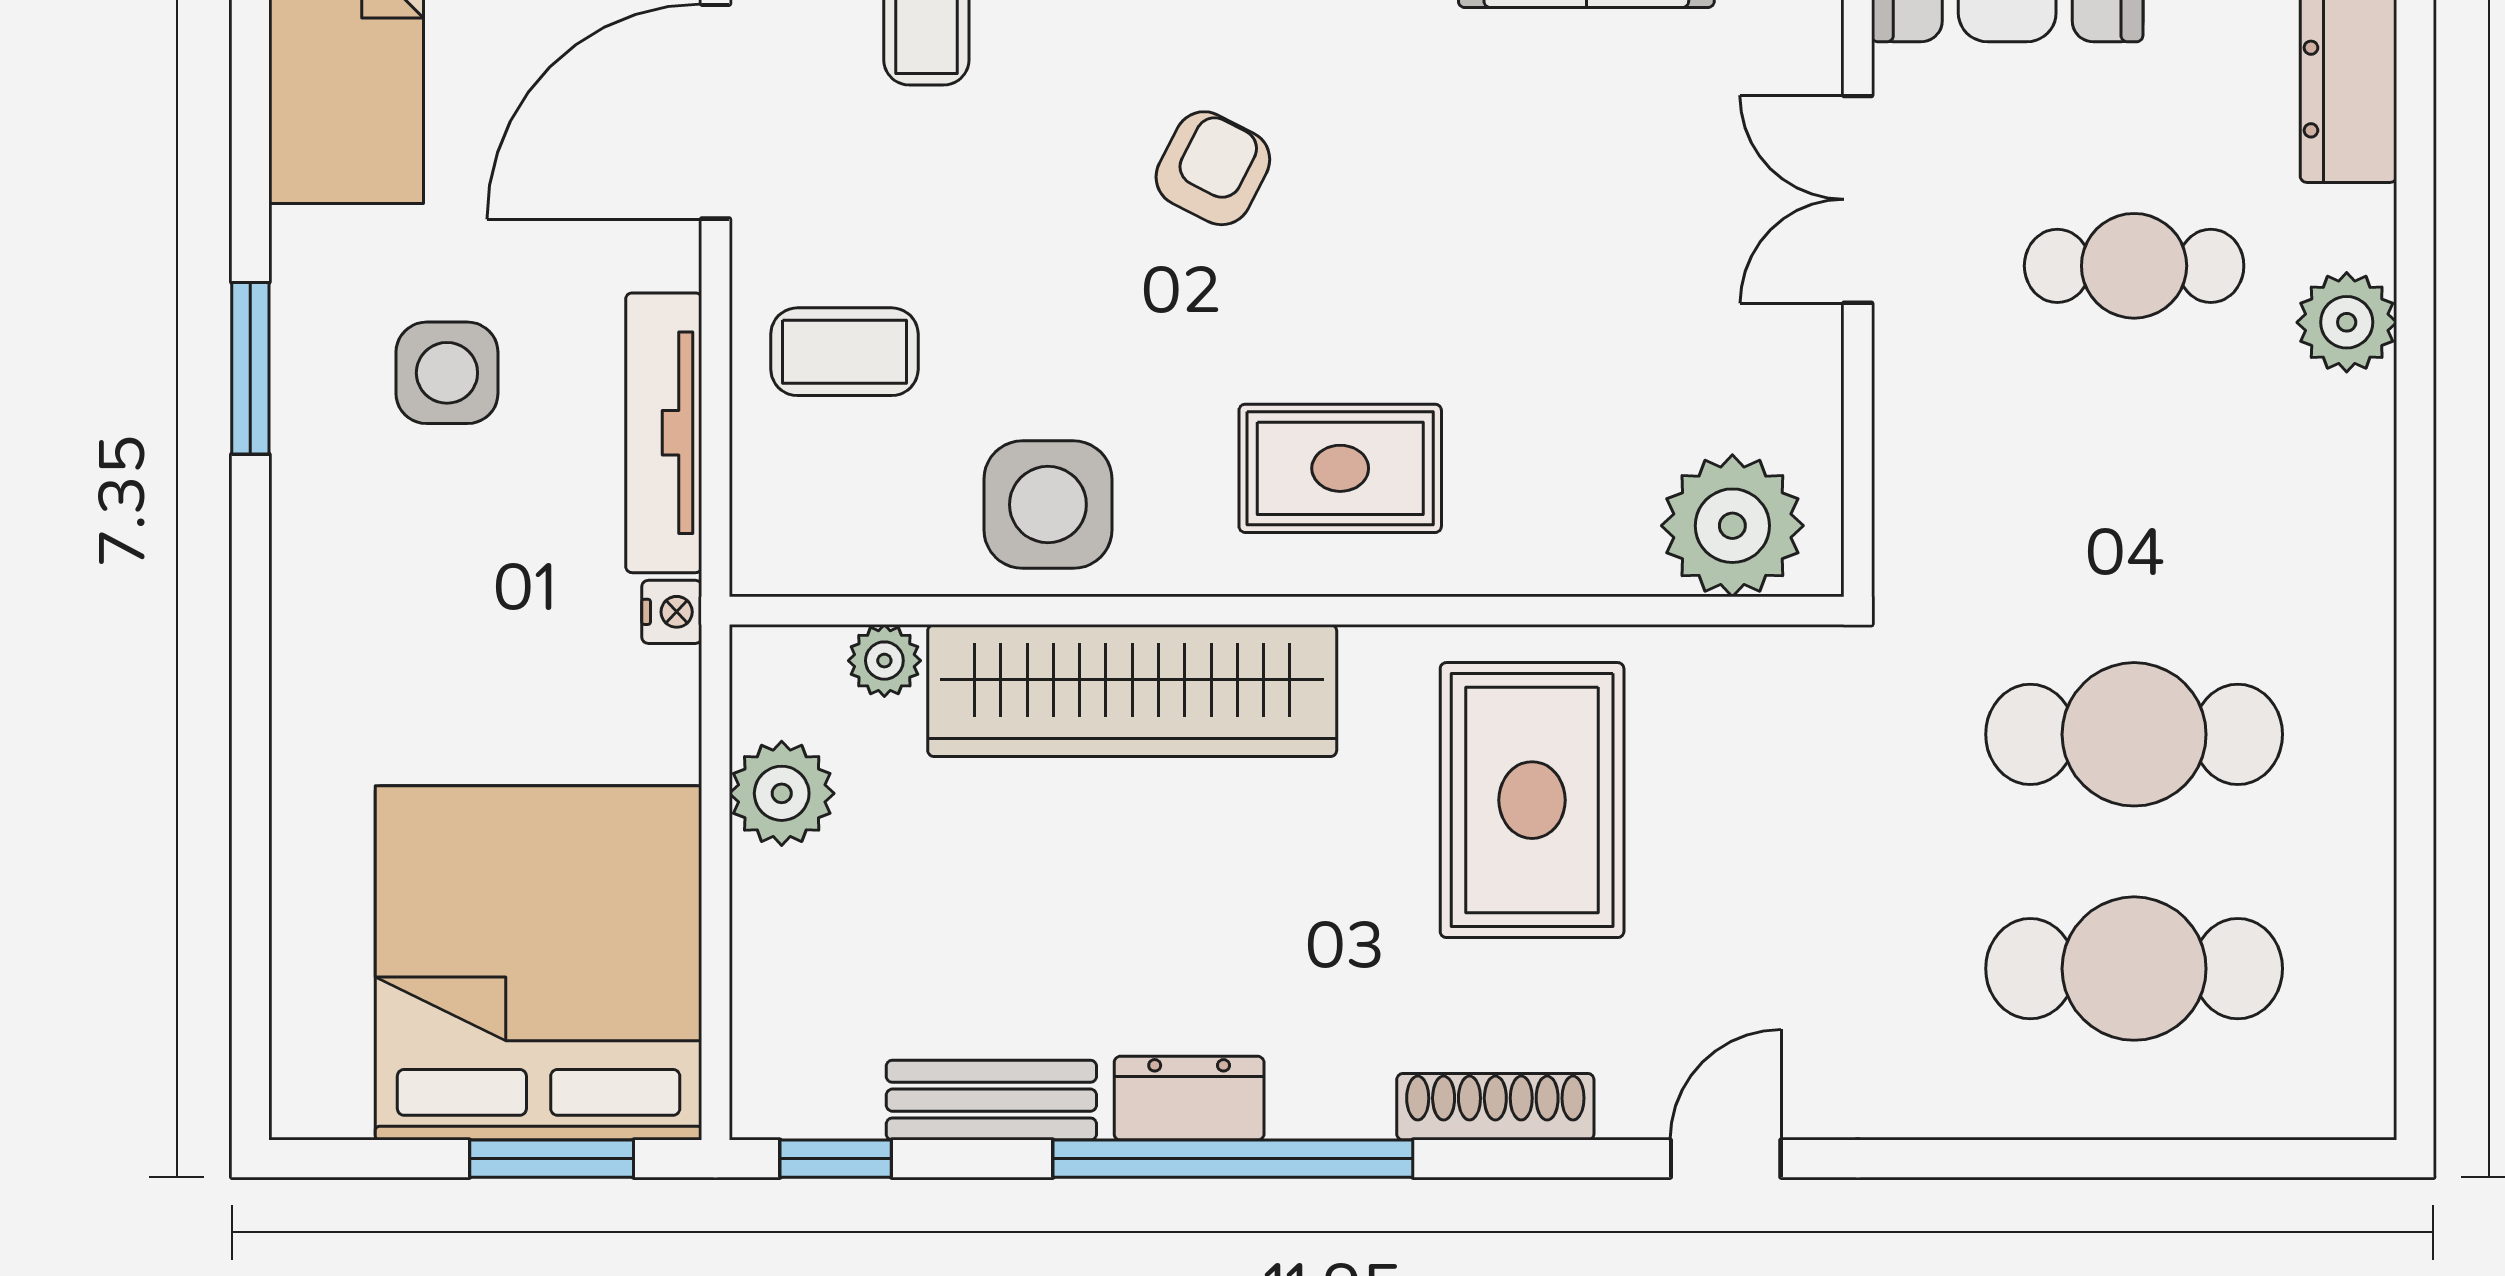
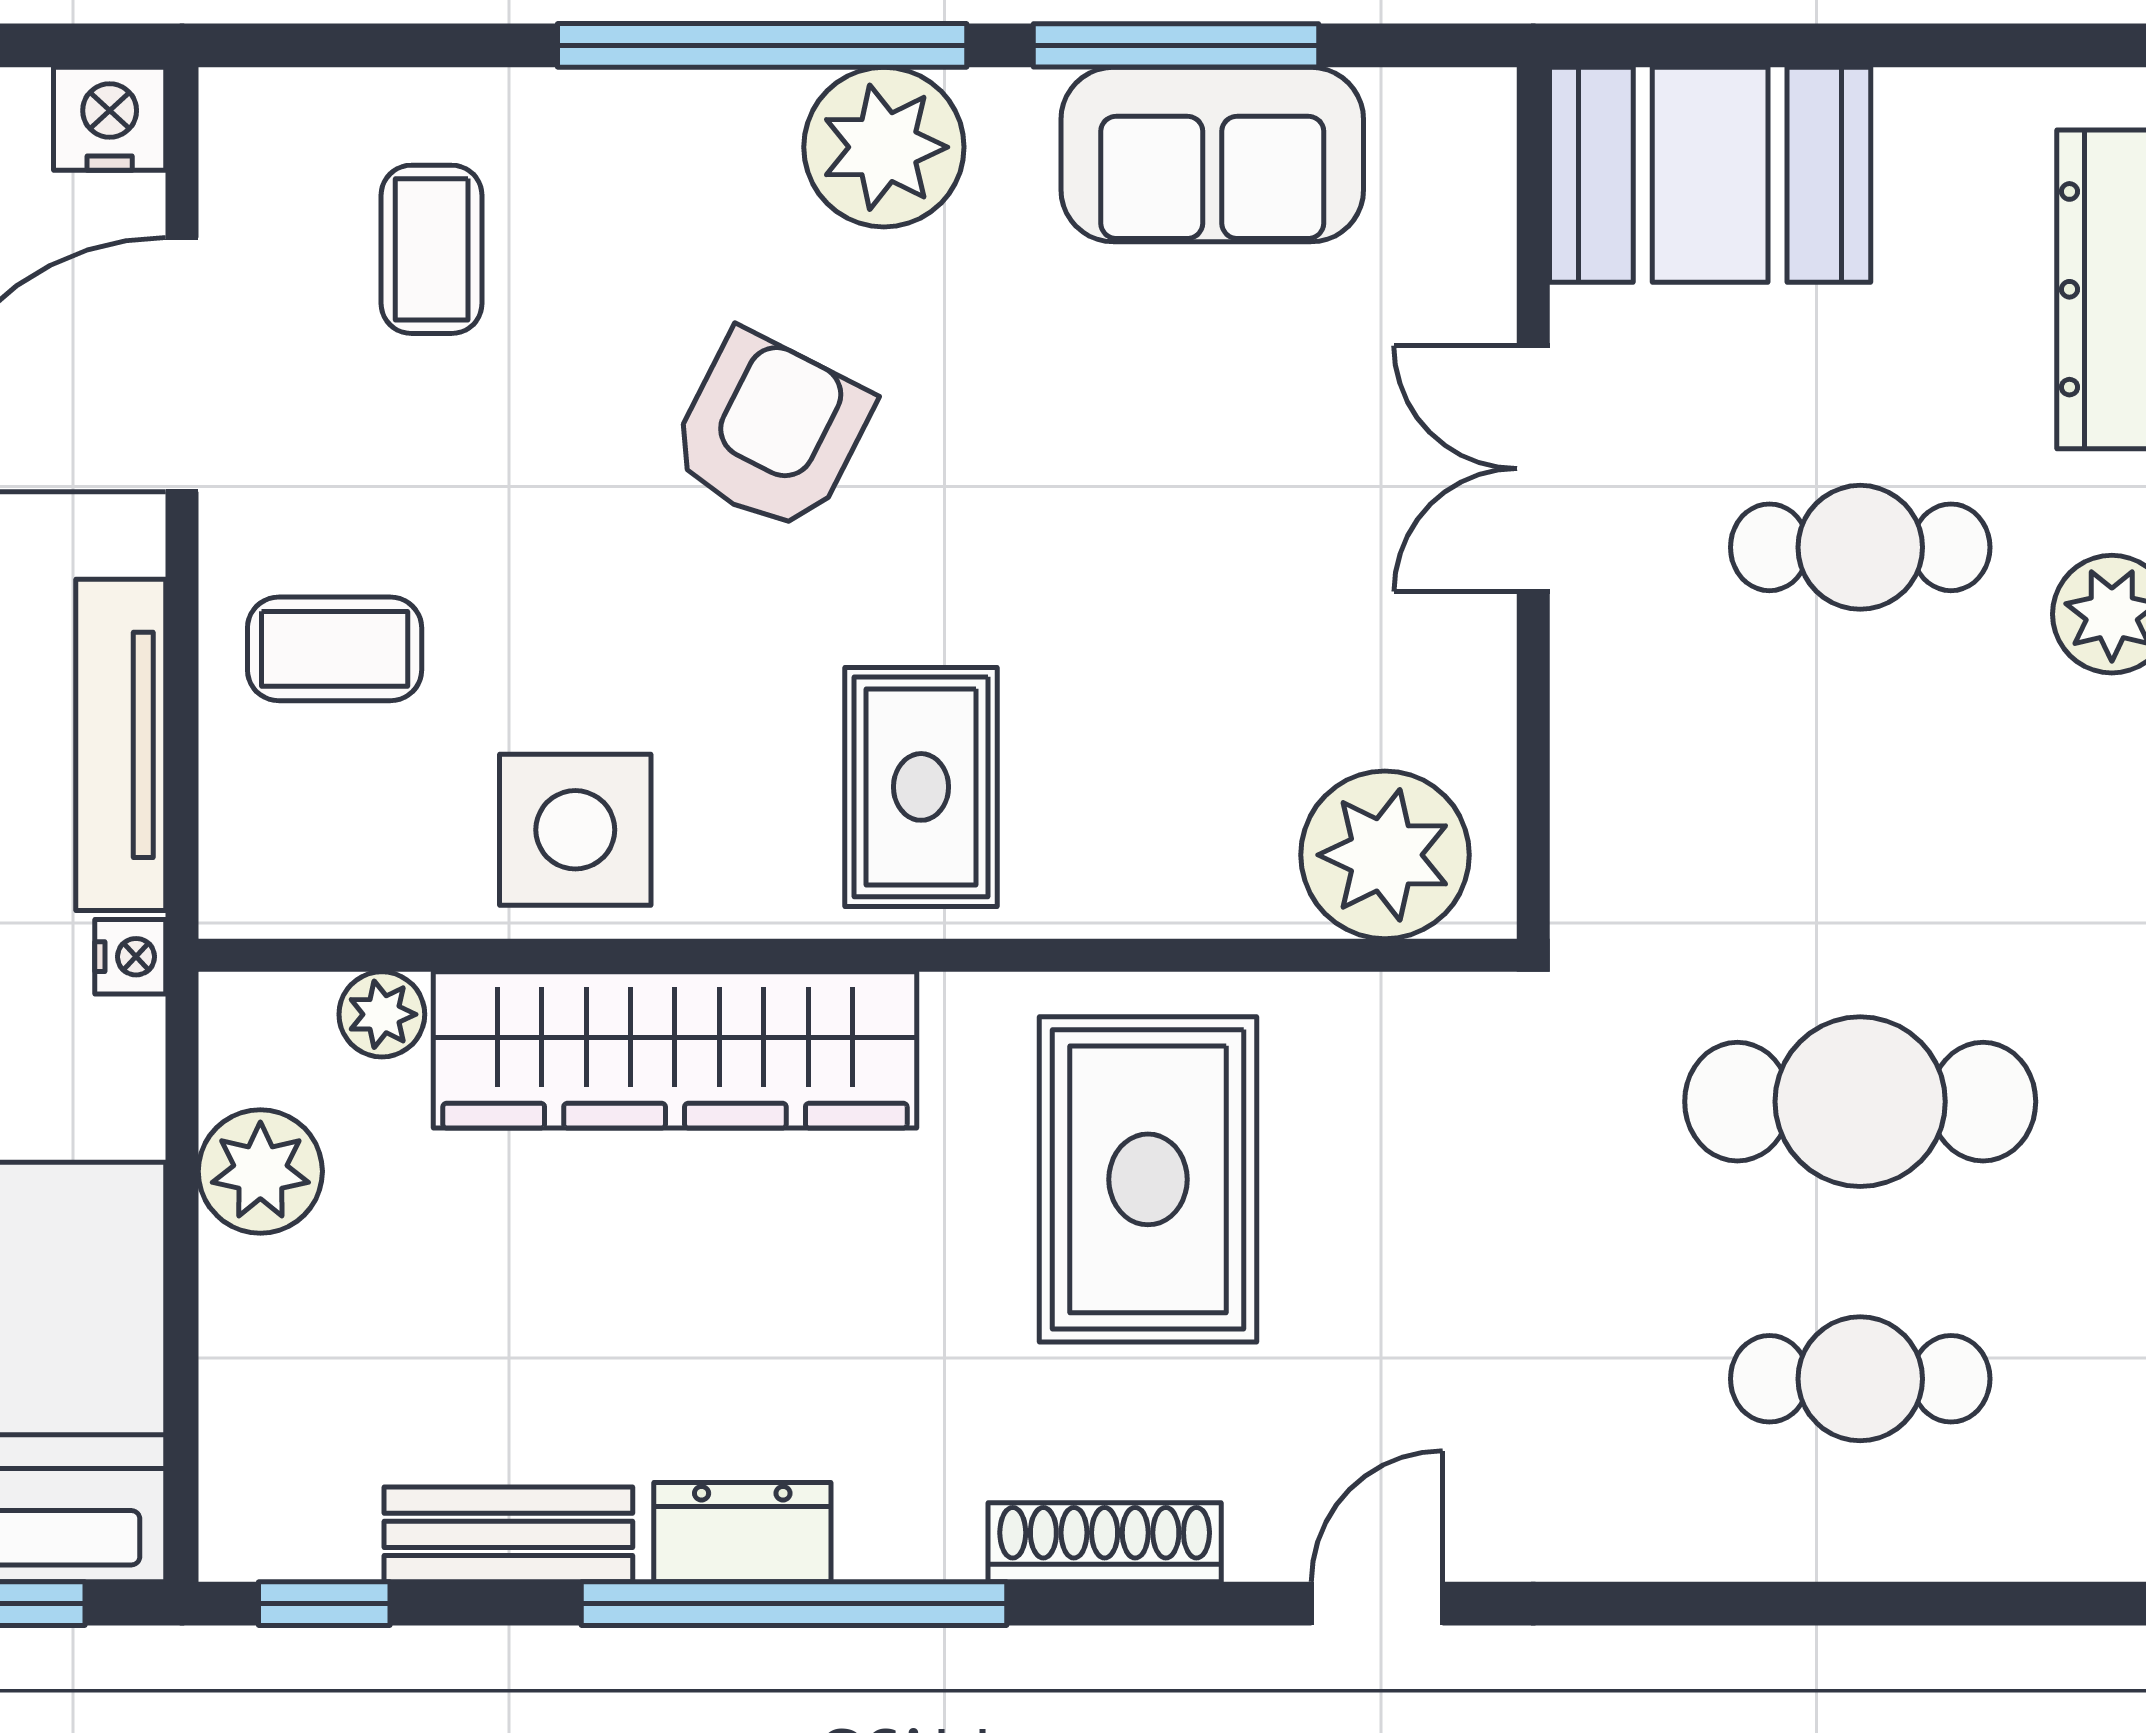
armchair: (1213, 168) -> (770, 432), width x1.38, depth x1.38
rug: (1340, 468) -> (921, 787), turned 90
cafe table: (2134, 969) -> (1860, 1379), width x0.73, depth x0.74

